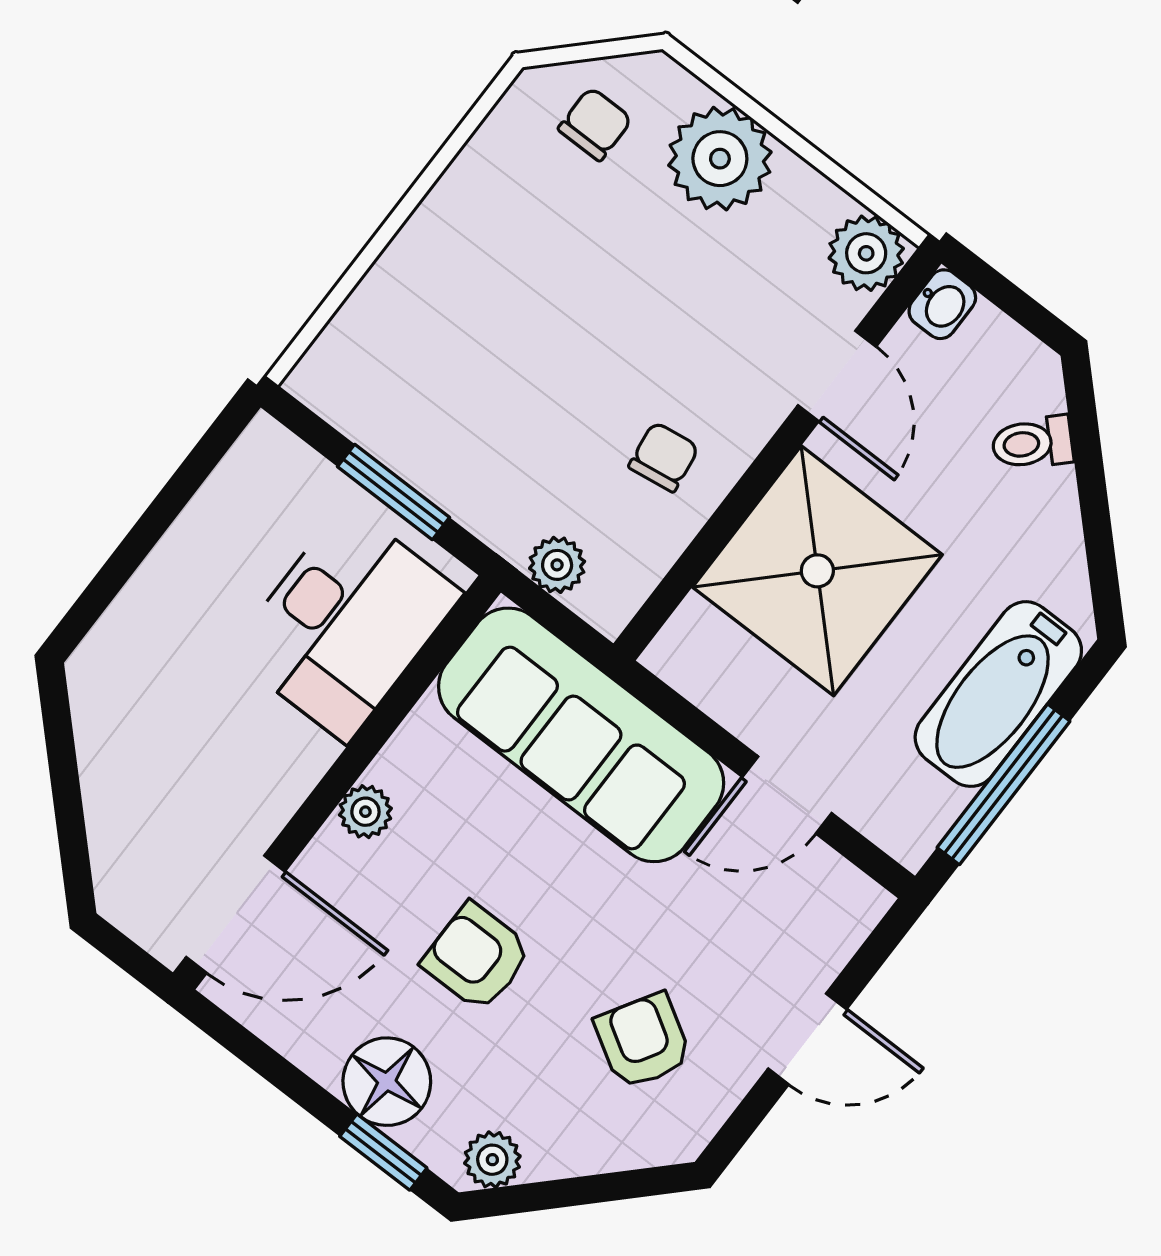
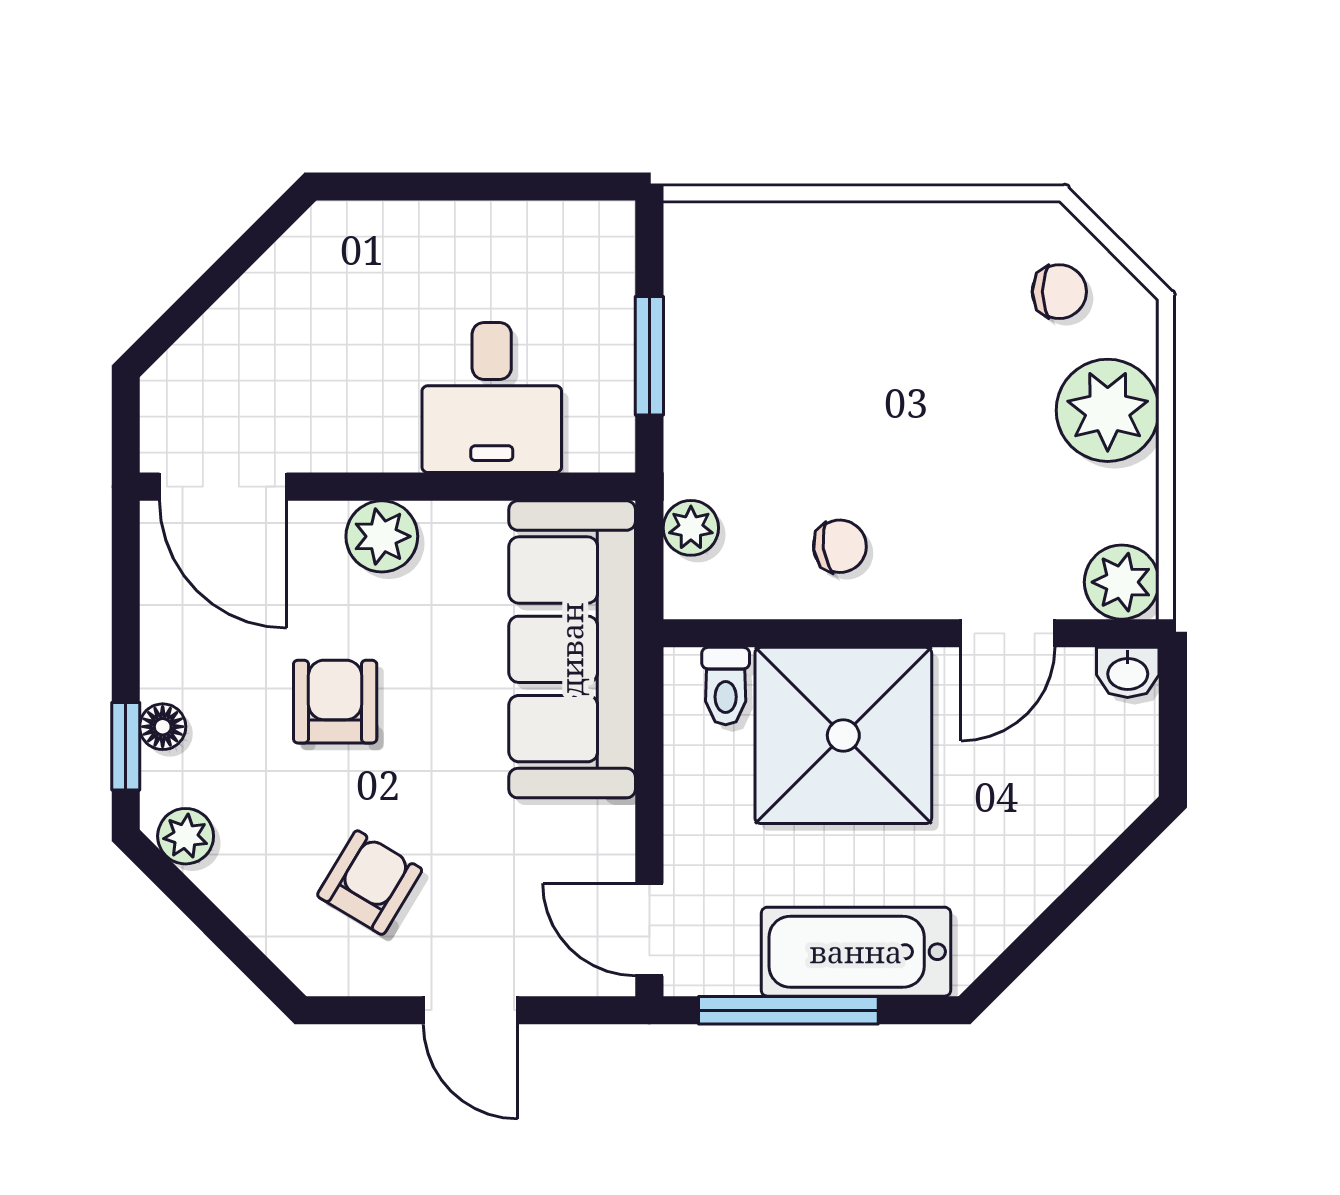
toilet: (1032, 443) -> (726, 686), moved, turned -135
desk: (346, 623) -> (492, 398), width x0.73
door: (787, 795) -> (649, 930), moved
plant: (365, 812) -> (382, 536), width x1.38, depth x1.38
floor lamp: (387, 1082) -> (163, 727), width x0.53, depth x0.53

